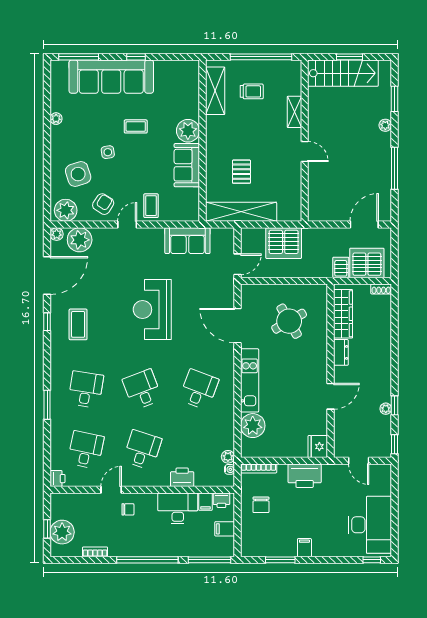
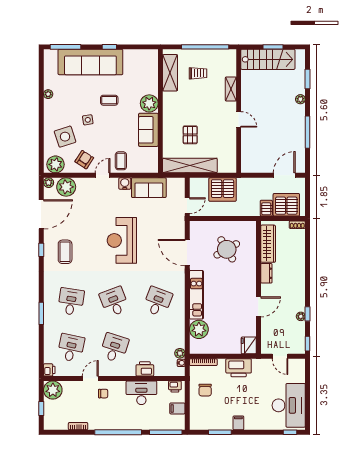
water cooler: (156, 235) -> (125, 183), added
filing cabinet: (205, 502) -> (163, 388), removed
plant: (62, 532) -> (53, 390), moved

